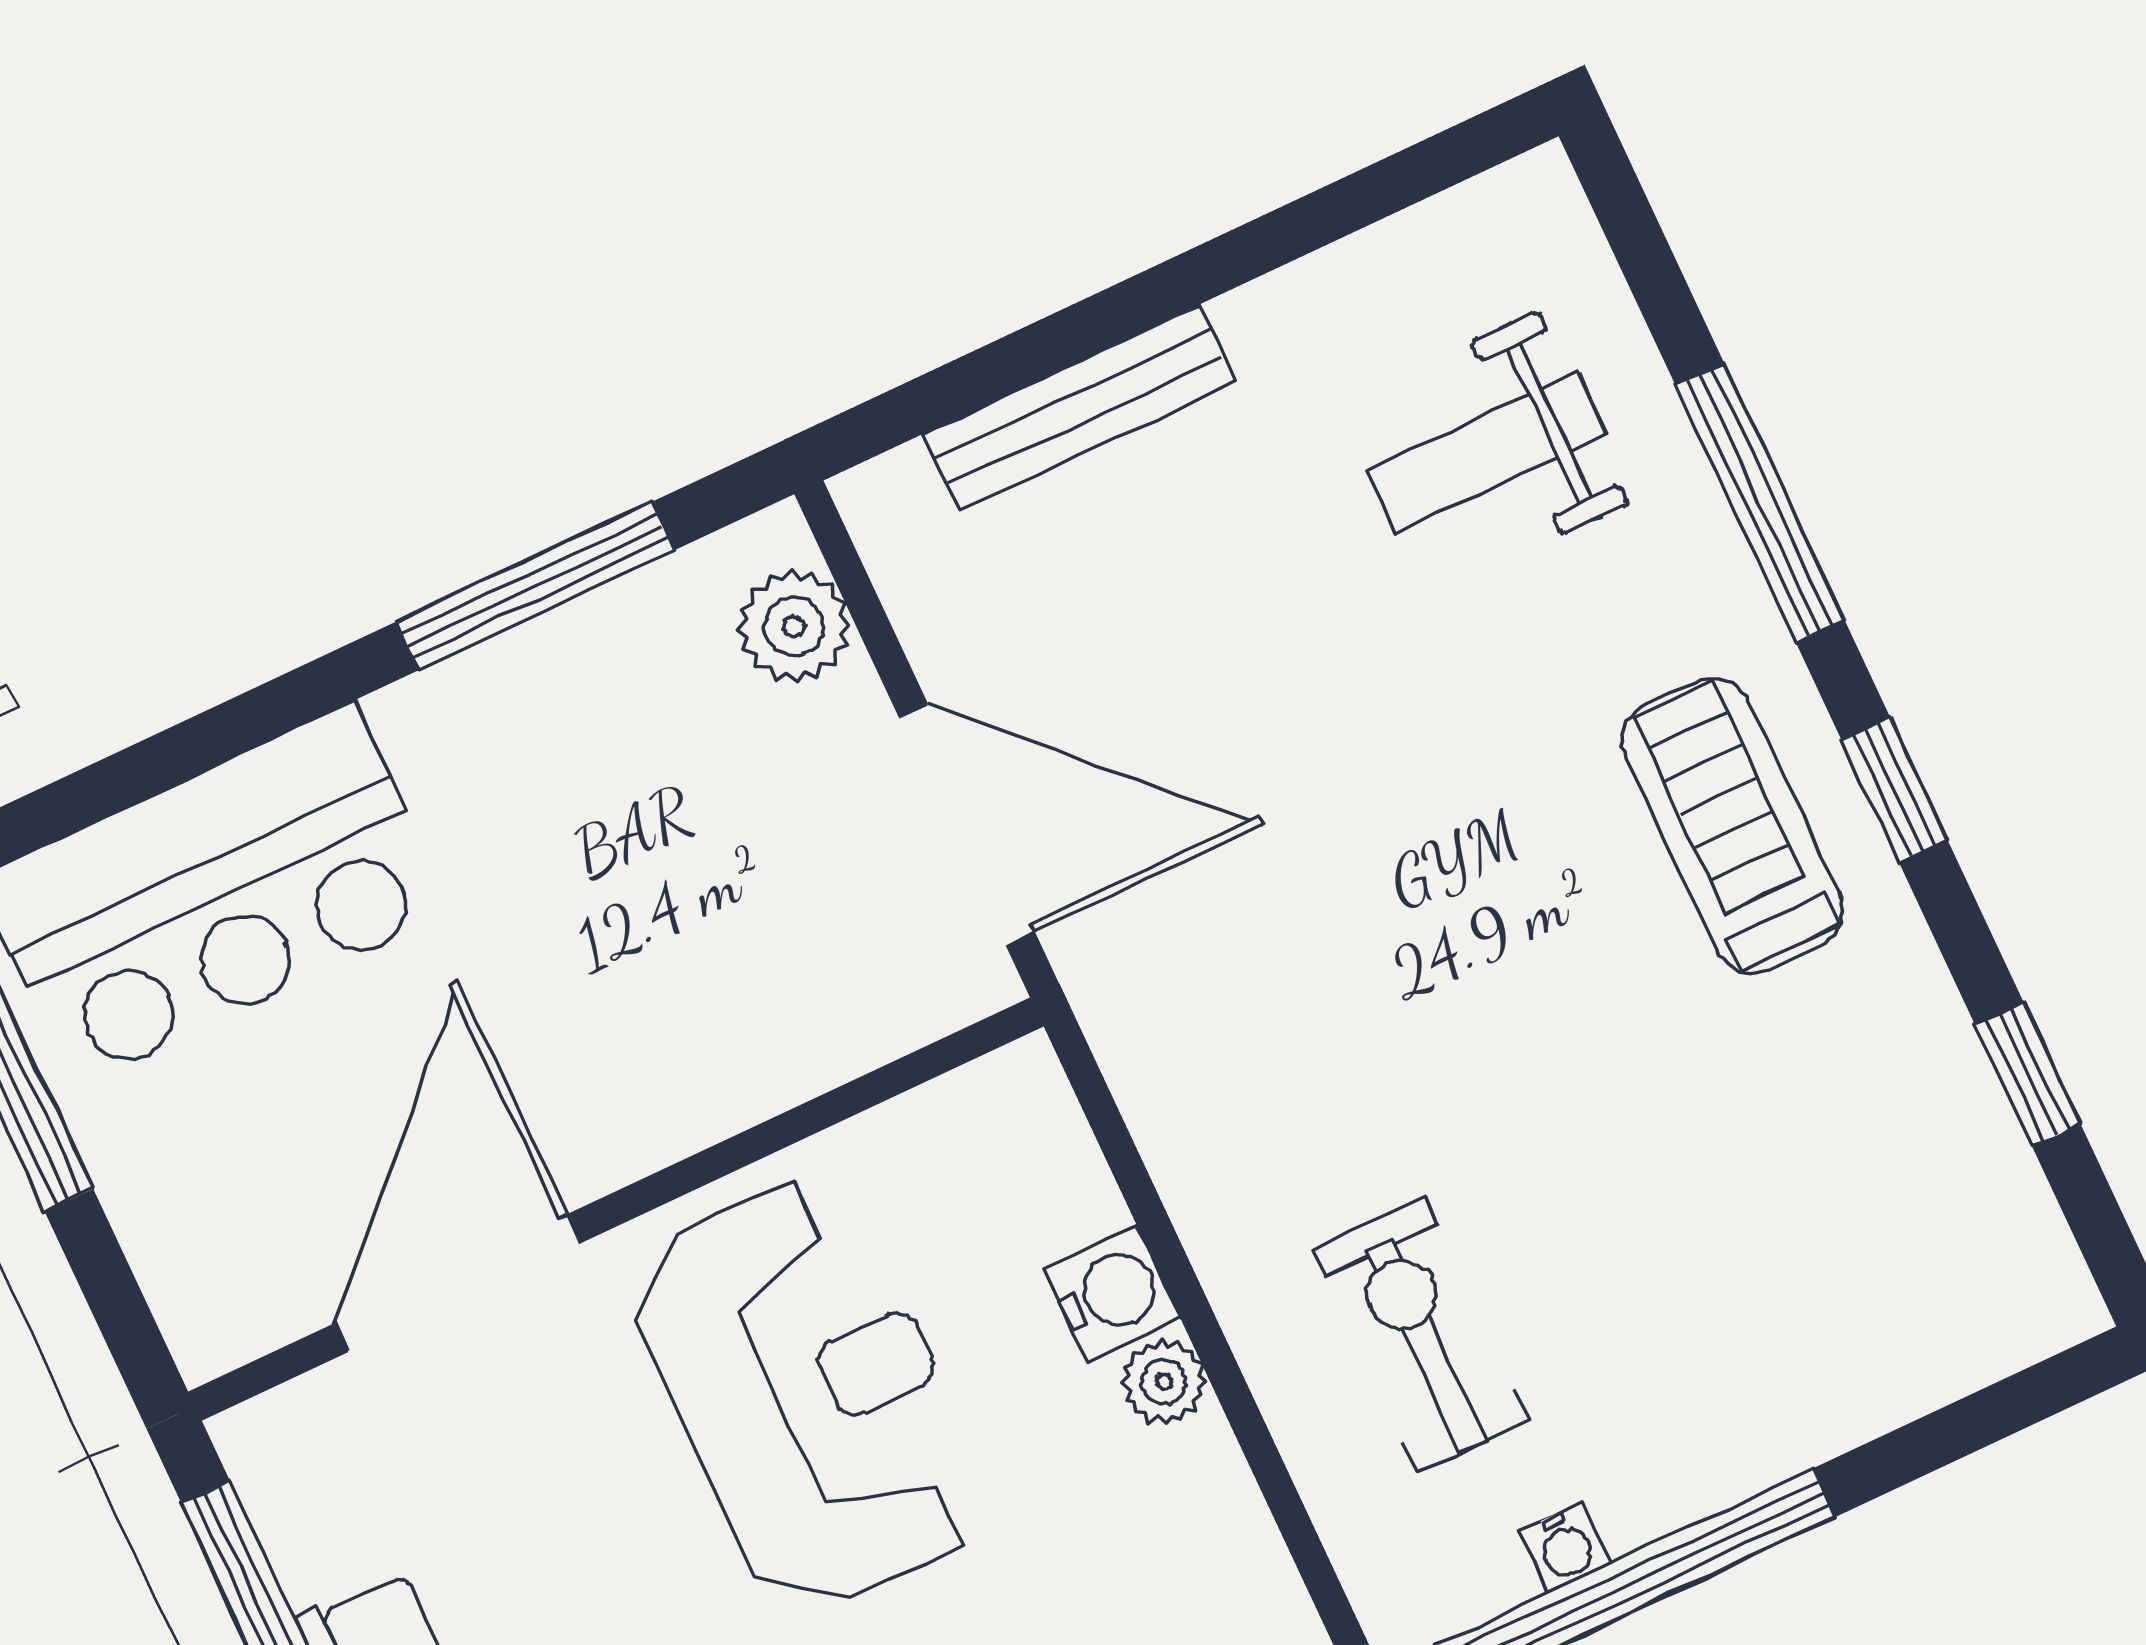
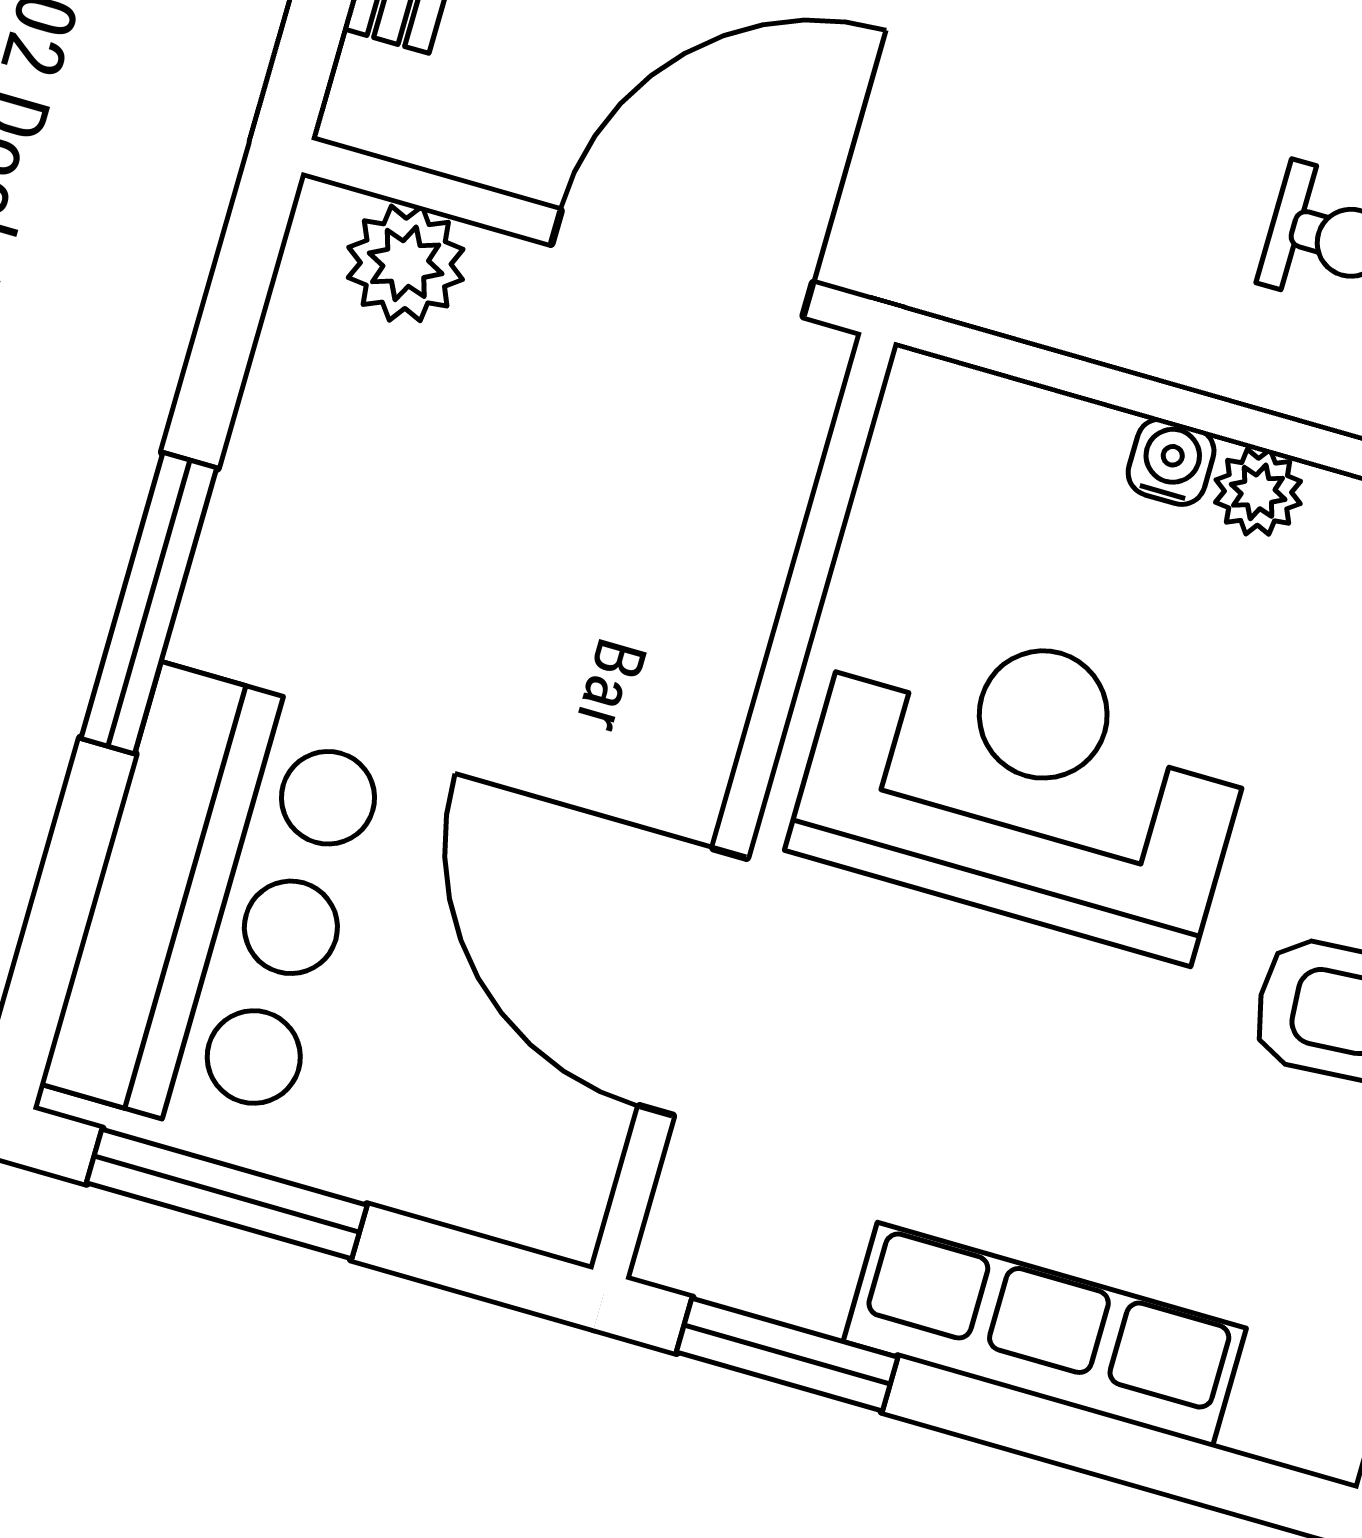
window: (535, 586) -> (149, 603), moved
water cooler: (1112, 1294) -> (1171, 462), width x0.72, depth x0.72

